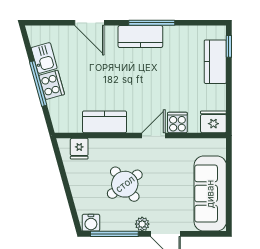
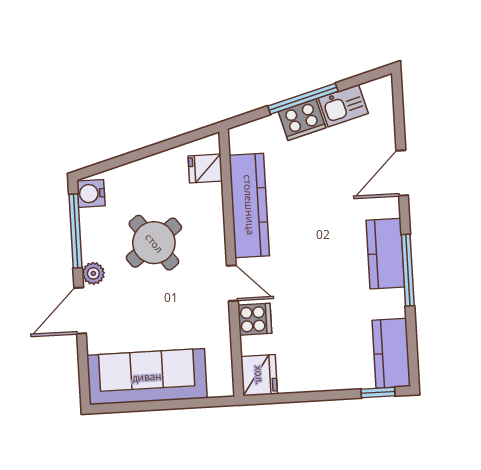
kitchen counter: (215, 62) -> (391, 353), moved, turned -90
kitchen counter: (105, 122) -> (249, 205), width x1.50

